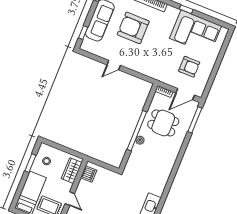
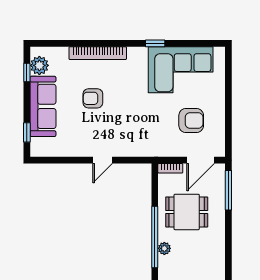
armchair: (133, 28) -> (93, 98), width x0.53, depth x0.53
door: (114, 65) -> (103, 160), moved

